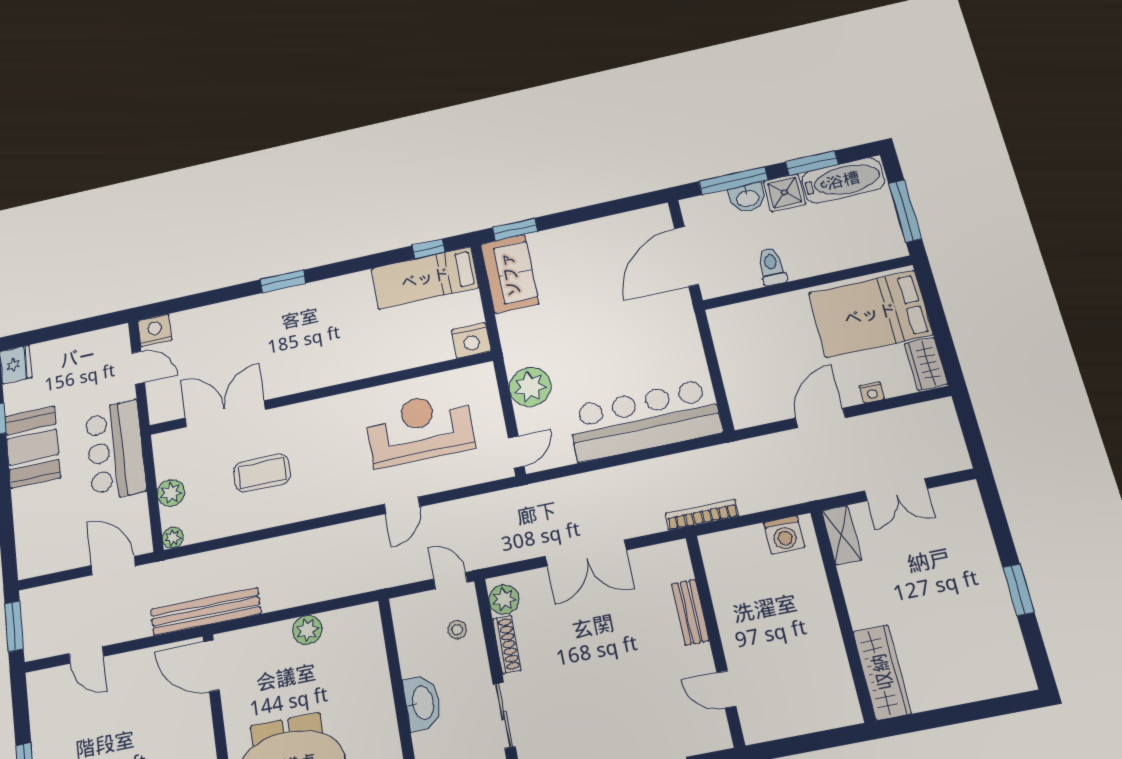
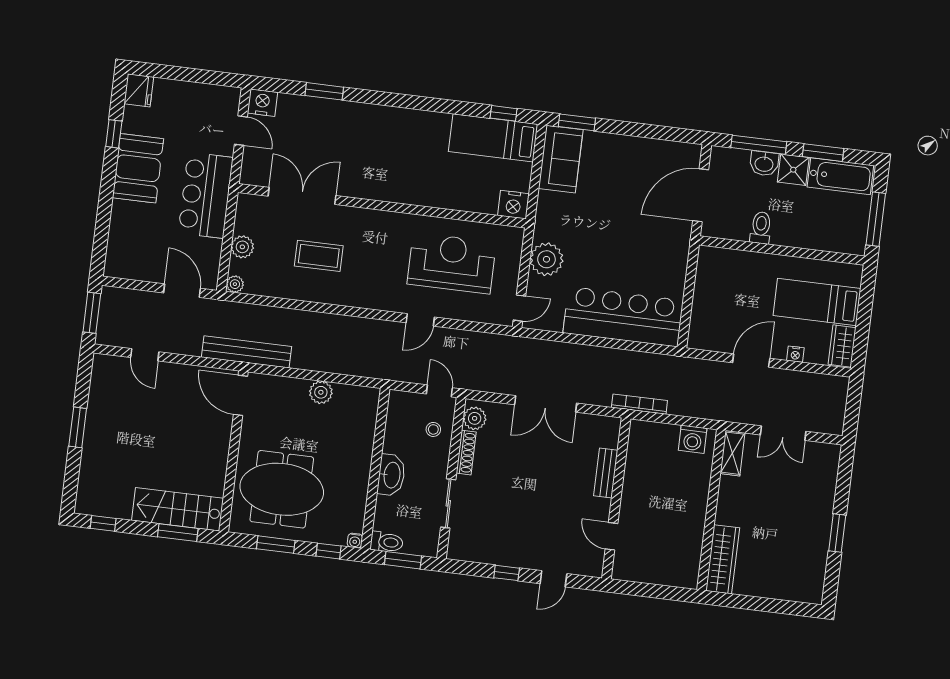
window: (283, 281) -> (324, 91), moved
bed: (870, 314) -> (817, 302), width x0.67

